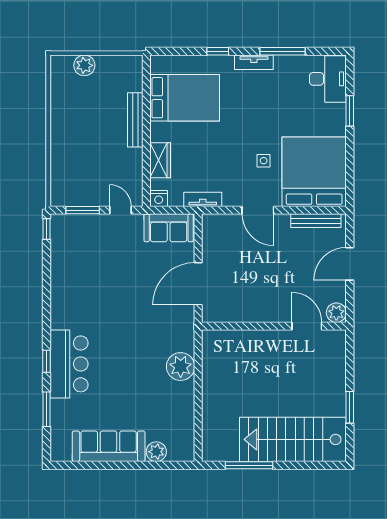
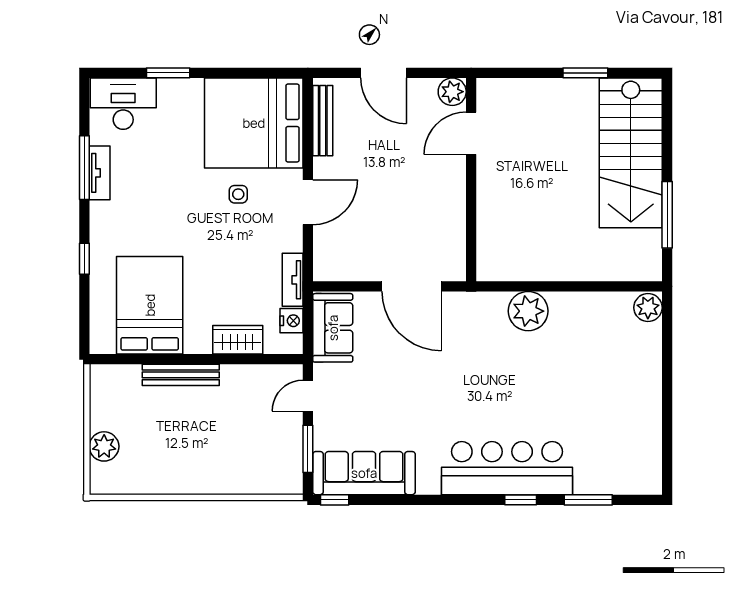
tv unit: (254, 62) -> (100, 173), moved
nightstand: (159, 199) -> (292, 321), moved
bar counter: (69, 364) -> (507, 468), width x1.36
sofa: (109, 446) -> (364, 473), moved, turned 90
plant: (156, 452) -> (648, 308), moved

